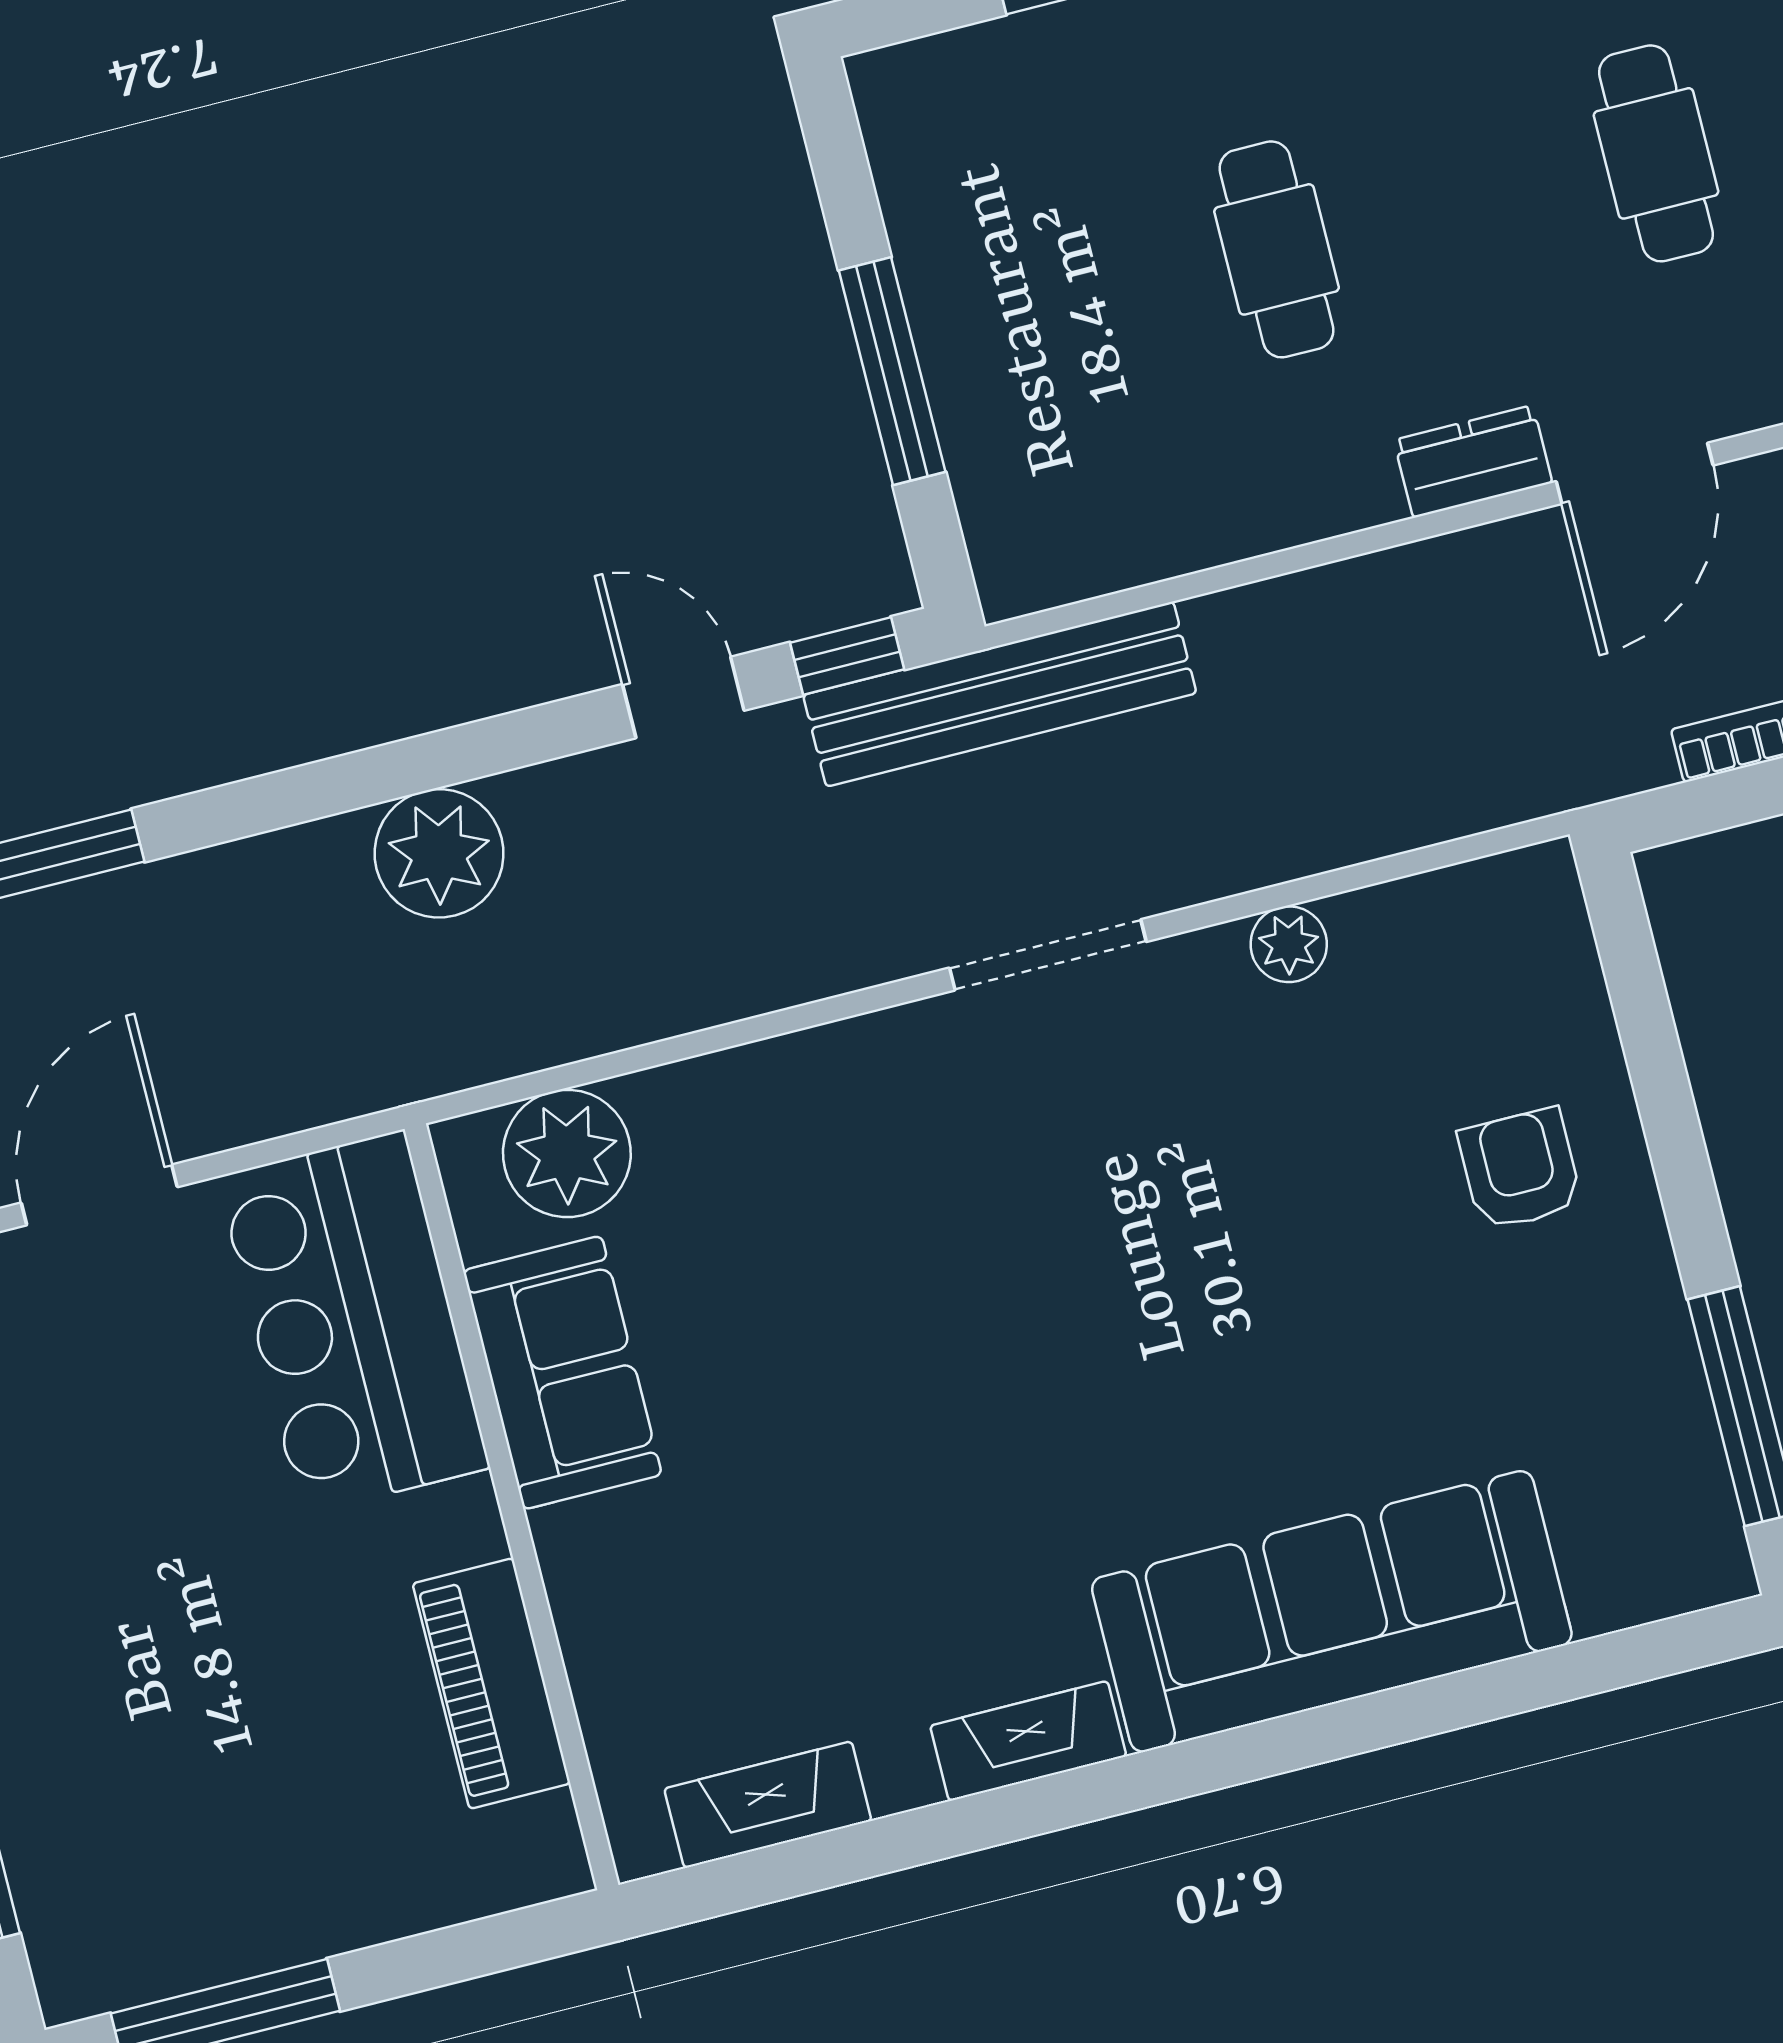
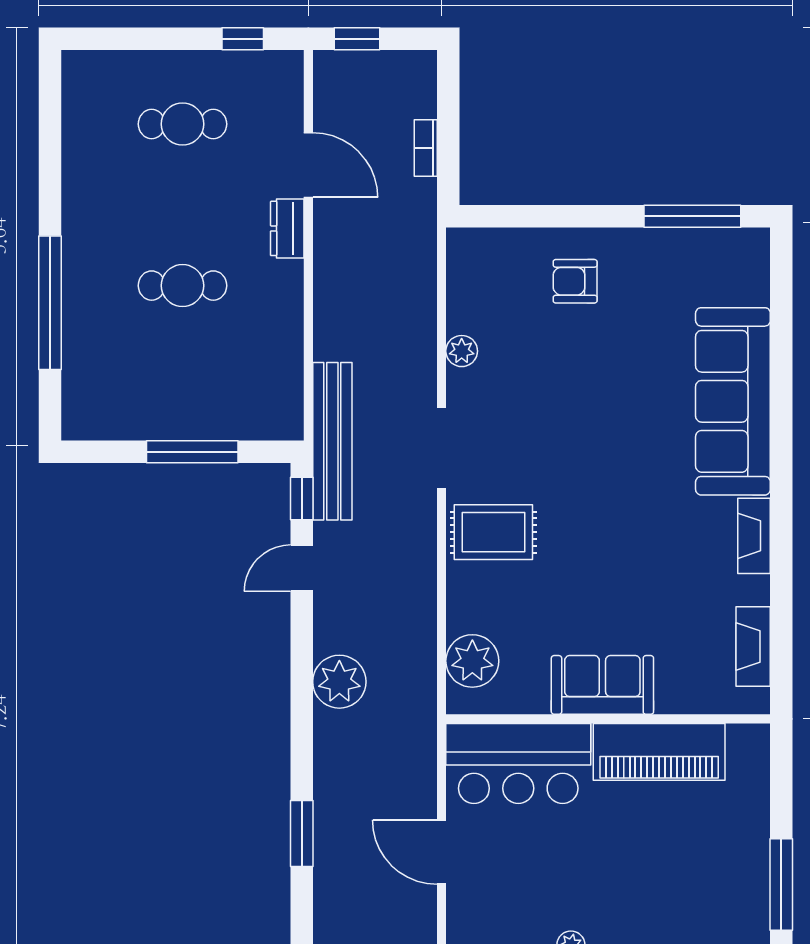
rug: (882, 1126) -> (493, 532), added
sofa: (562, 1373) -> (602, 685), moved
piano: (491, 1684) -> (659, 752), width x1.37, depth x1.33

